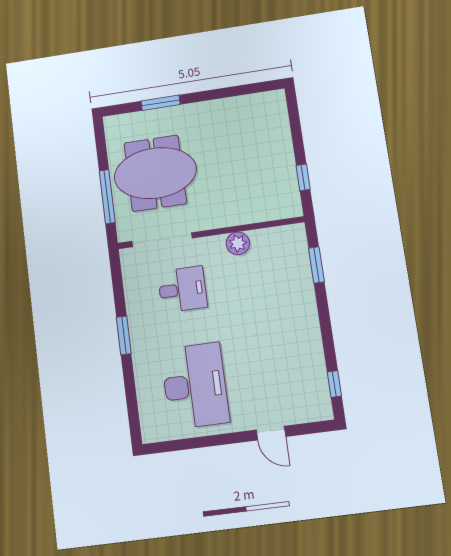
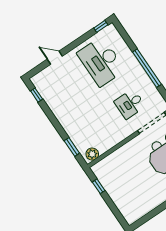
plant: (238, 243) -> (92, 154), moved
window: (124, 335) -> (147, 68), width x2.11
window: (165, 447) -> (101, 26), added

